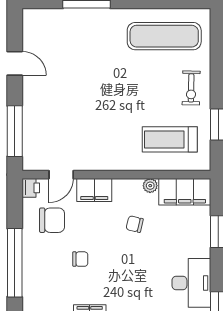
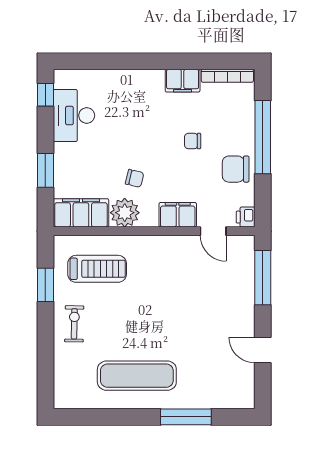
exercise mat: (164, 36) -> (137, 376), moved
door: (61, 175) -> (213, 231), swing flipped
plant: (150, 186) -> (125, 213), width x1.88, depth x1.88
chair: (52, 220) -> (236, 169), moved

